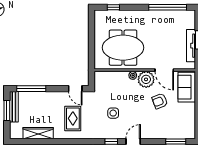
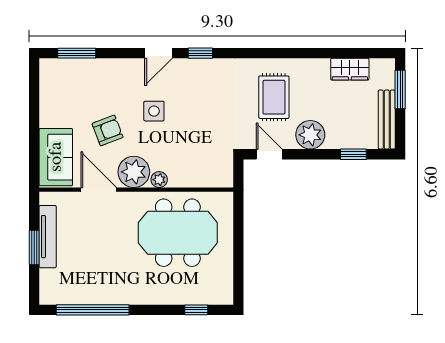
window: (31, 89) -> (353, 154), width x0.46
plant: (54, 99) -> (310, 135), added
window: (7, 111) -> (400, 90), moved
side table: (113, 113) -> (154, 111), moved
wardrobe: (38, 133) -> (350, 69), width x0.67

